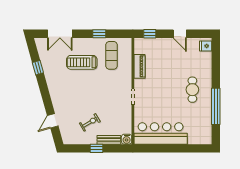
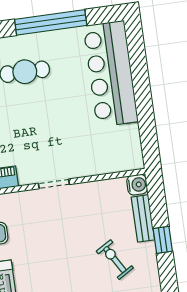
bar counter: (161, 133) -> (111, 74), moved

